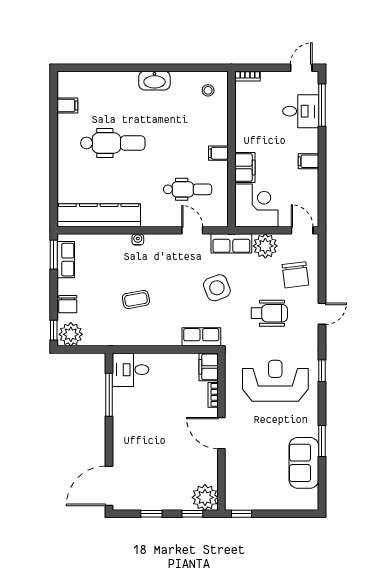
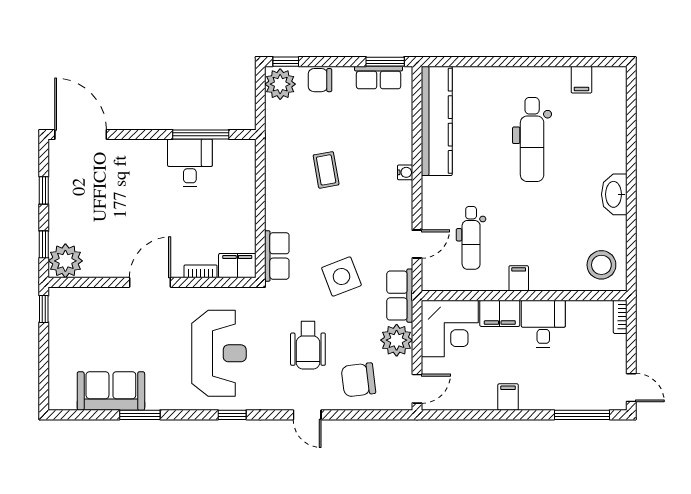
stool: (208, 90) -> (601, 265), width x1.89, depth x1.89
desk: (301, 111) -> (543, 324), moved, turned 180
desk: (131, 370) -> (190, 163), moved

